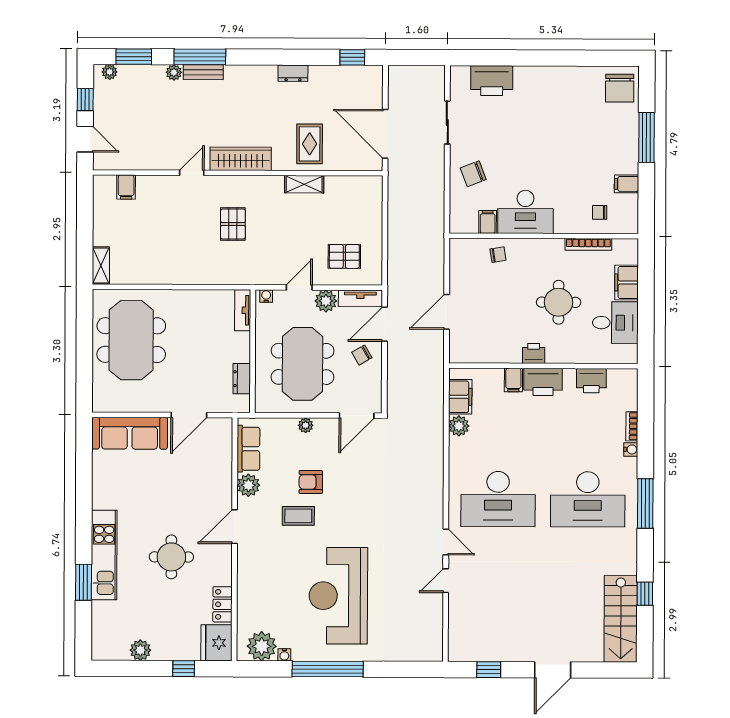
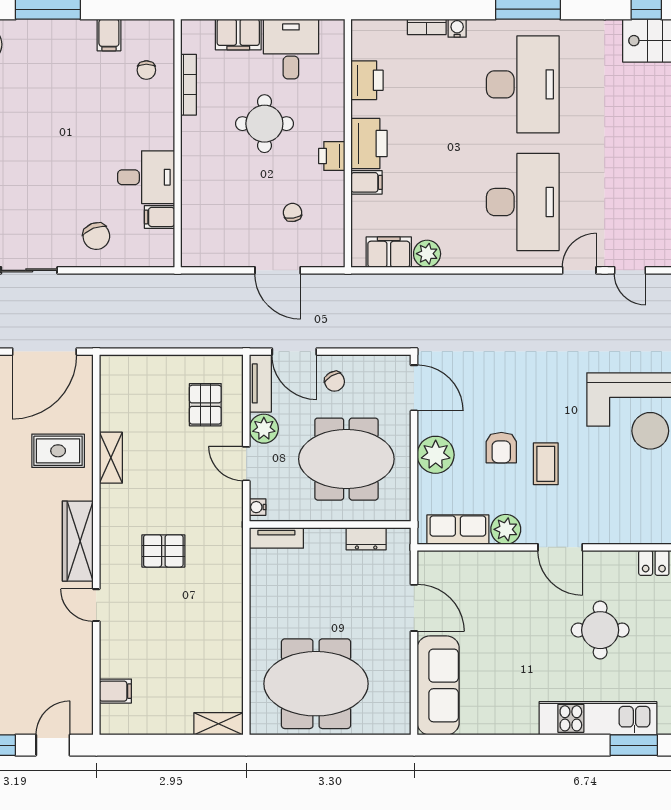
desk: (525, 212) -> (146, 177), width x0.73
chair: (498, 255) -> (293, 212), moved
plant: (306, 425) -> (436, 455), width x1.88, depth x1.88

